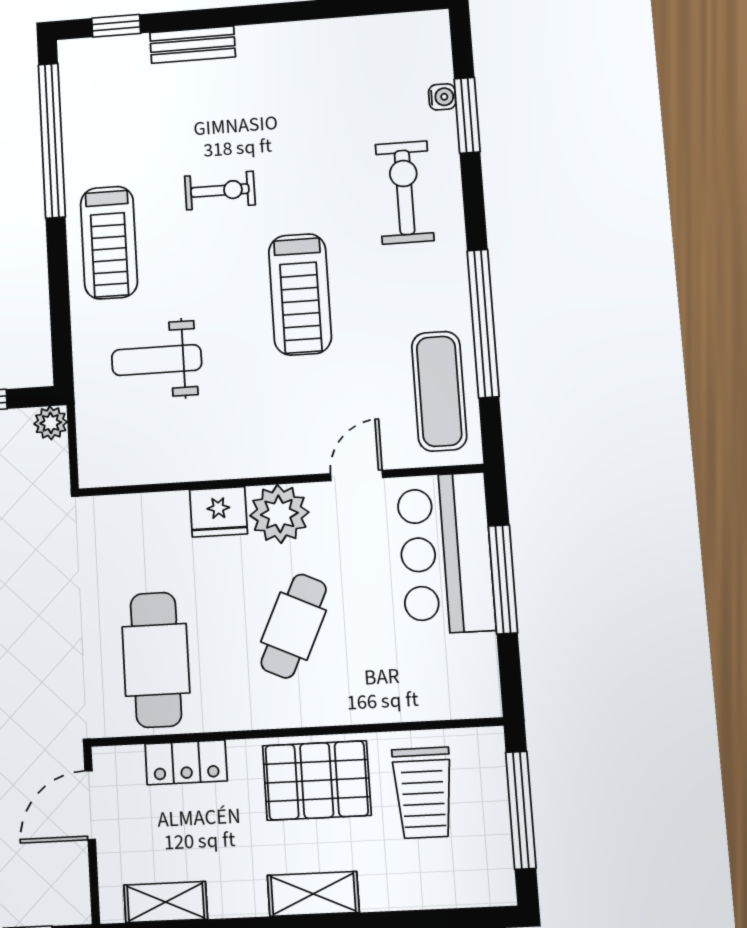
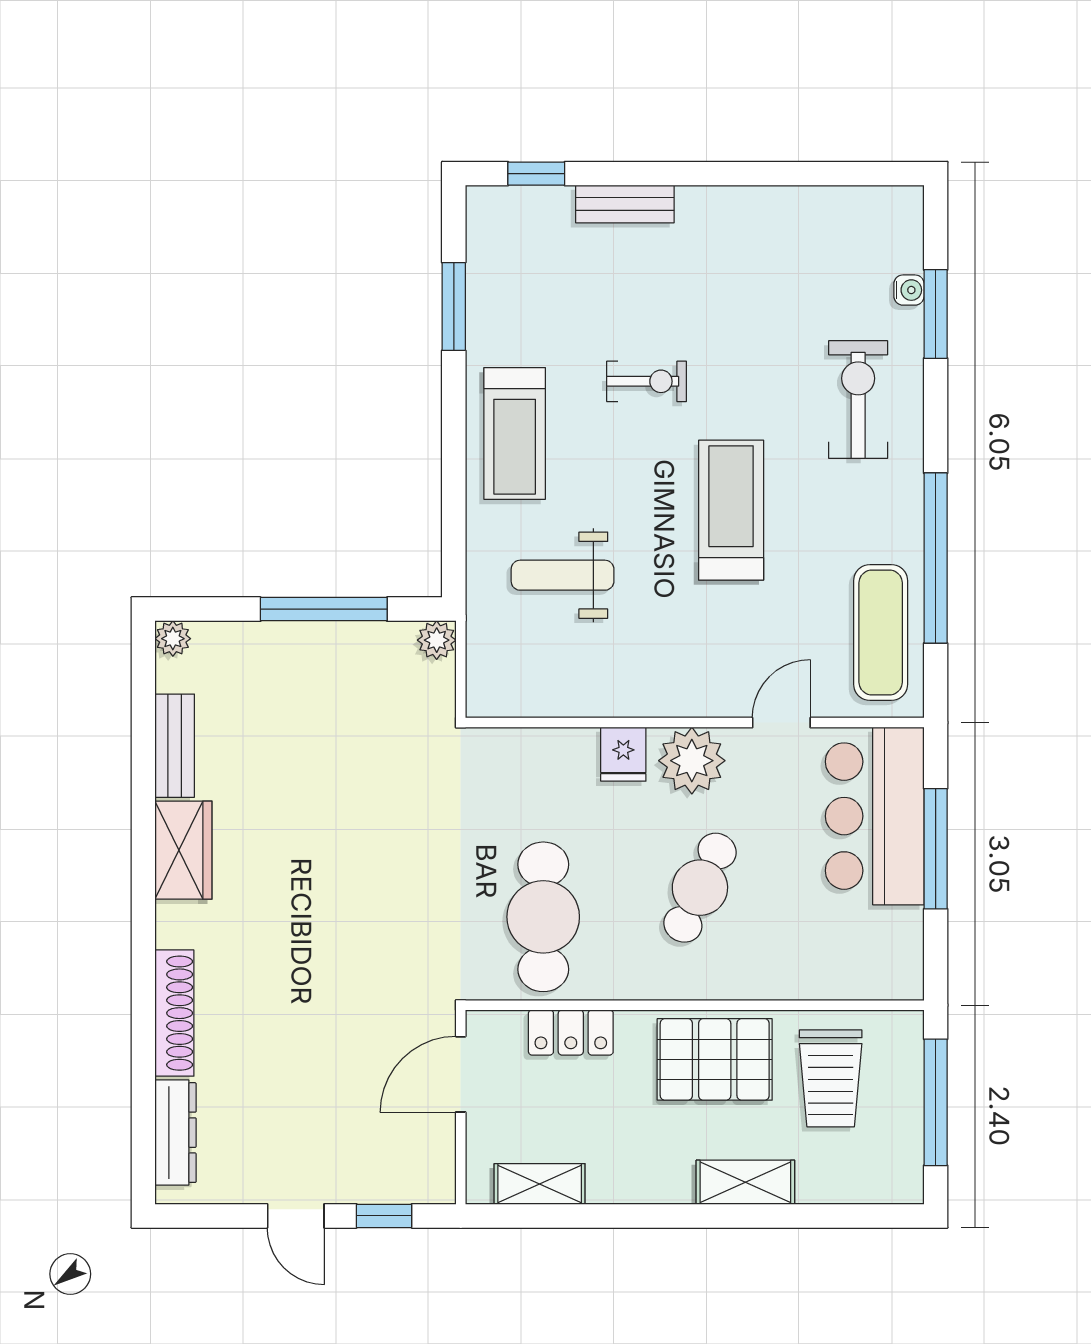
window: (52, 140) -> (454, 307), width x0.47
treadmill: (300, 294) -> (731, 510), turned 180
fridge: (219, 512) -> (623, 754), width x0.72
shelving: (313, 894) -> (745, 1182), moved

